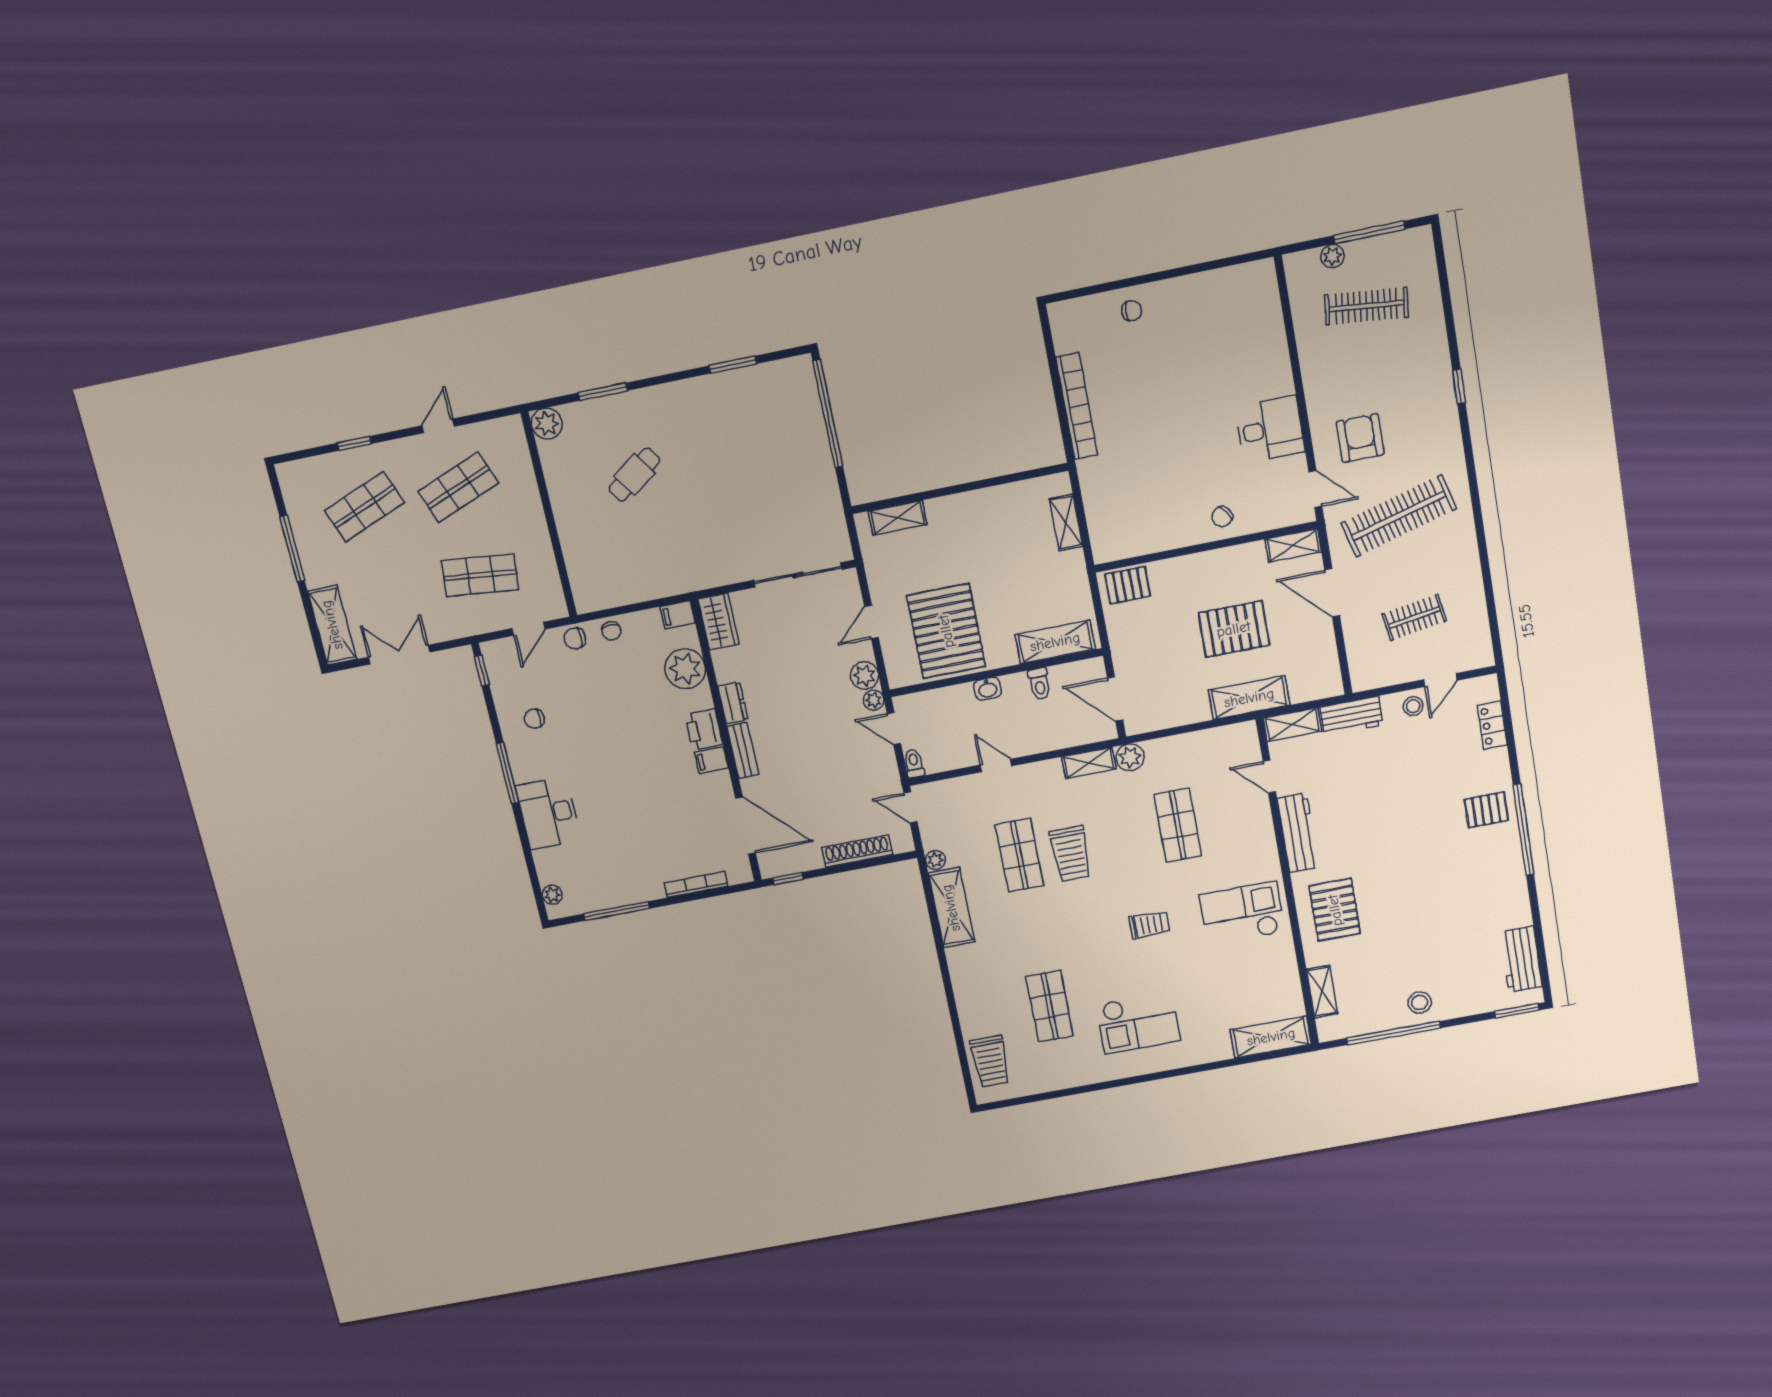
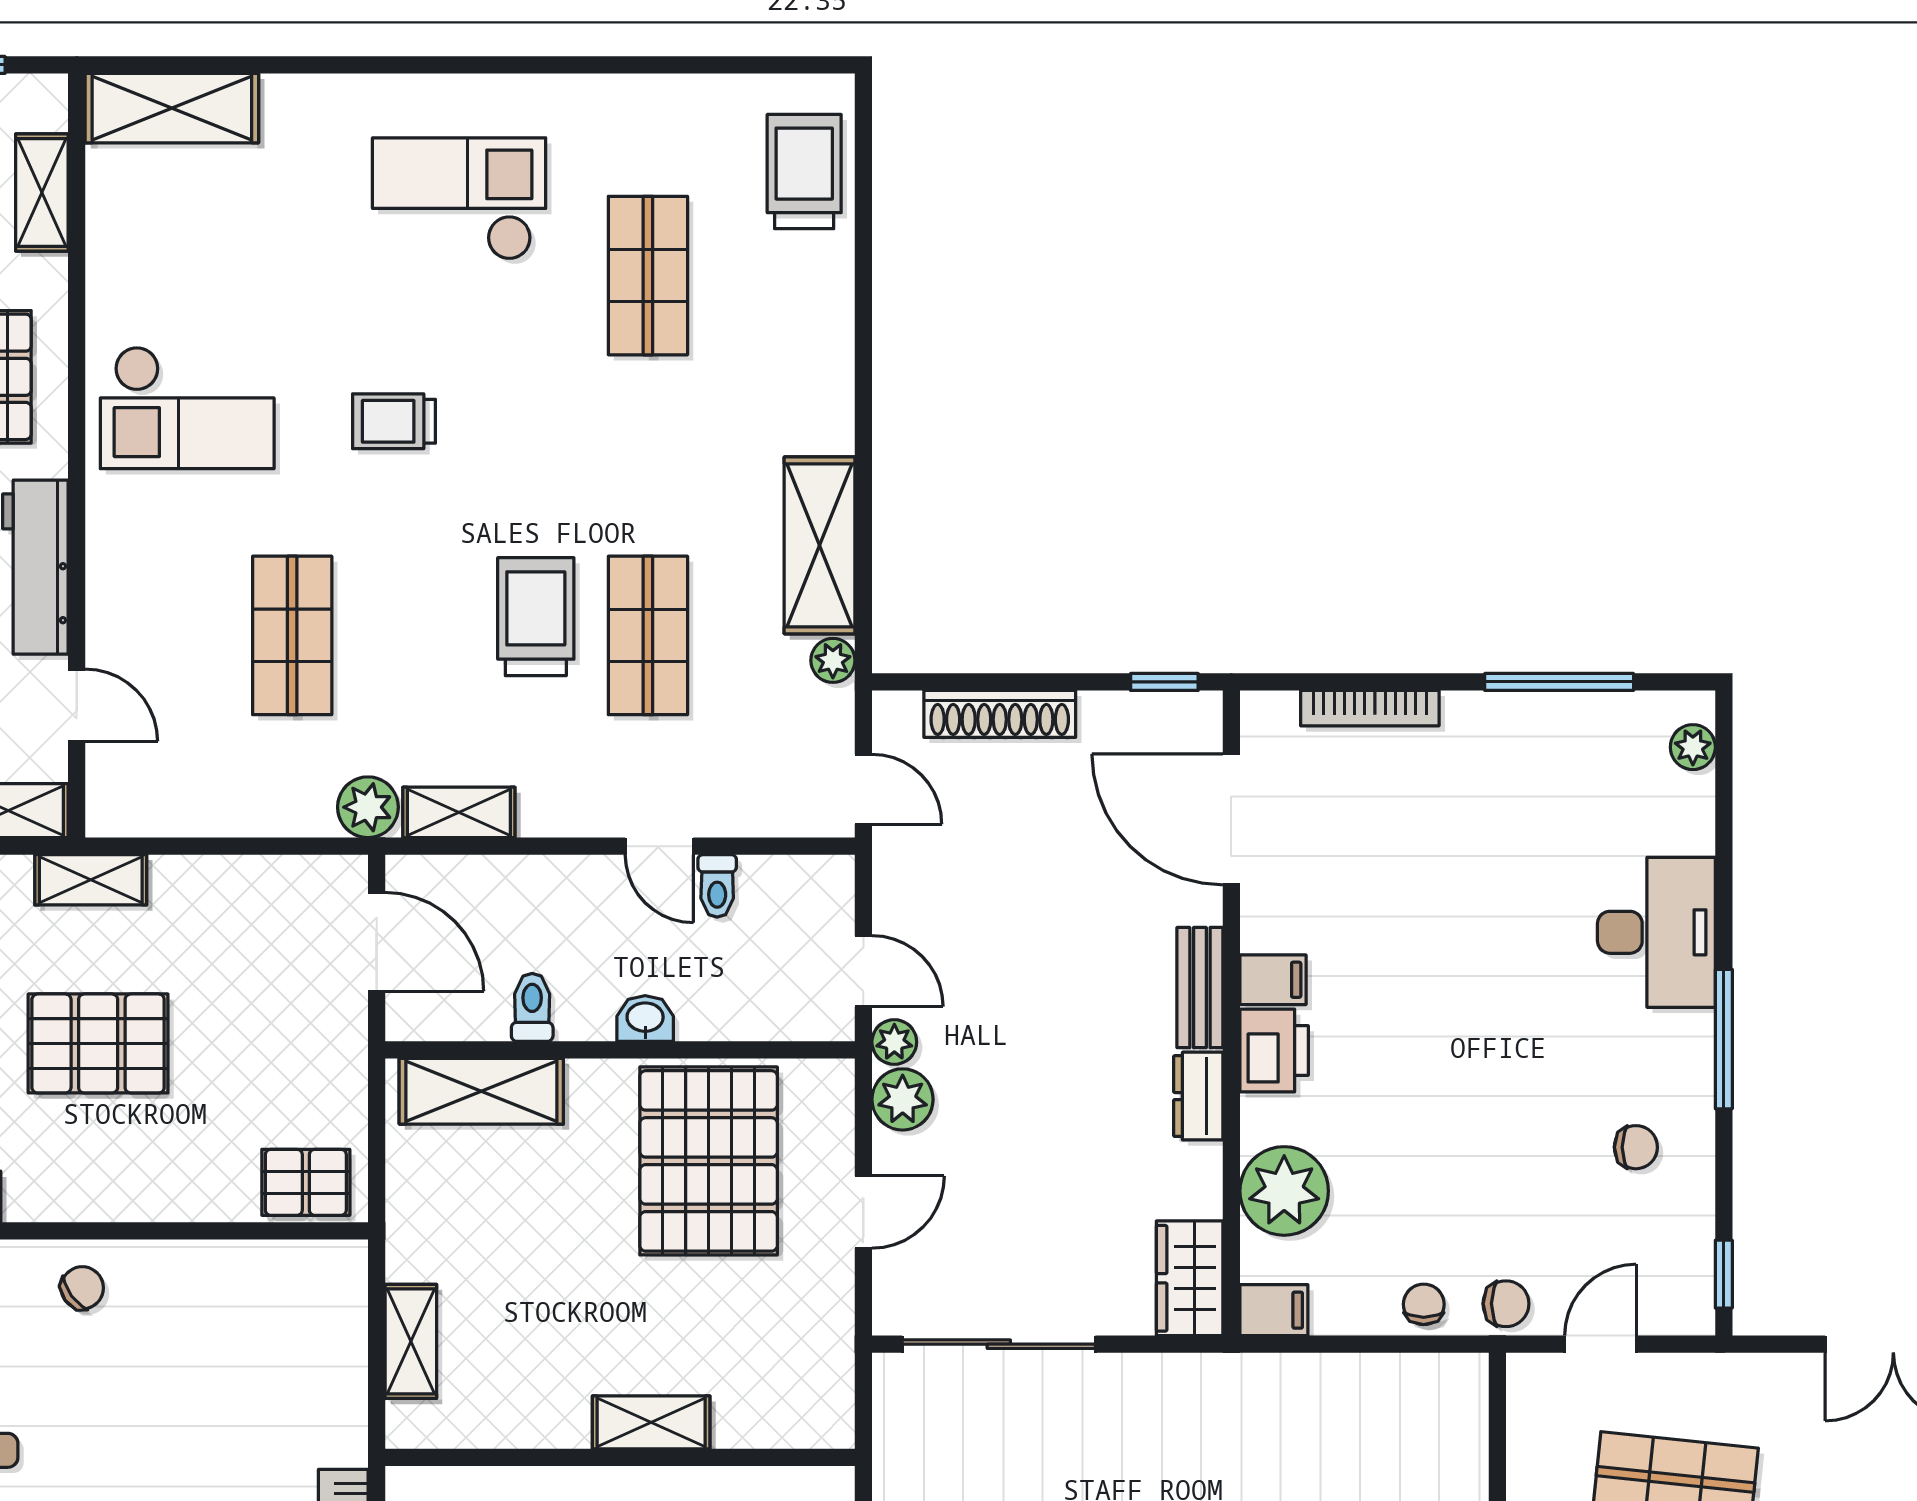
shelving: (898, 518) -> (651, 1422), moved
shelving: (1249, 698) -> (91, 880), width x0.67, depth x0.75
toilet: (914, 763) -> (717, 886), moved

